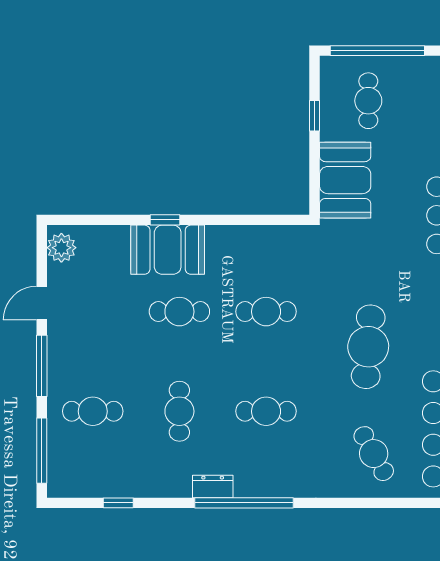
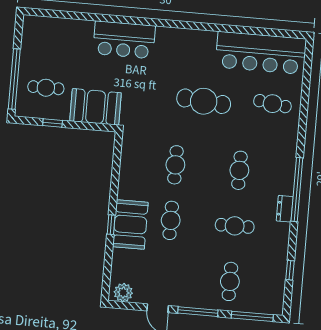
cafe table: (374, 454) -> (272, 104), turned 37

